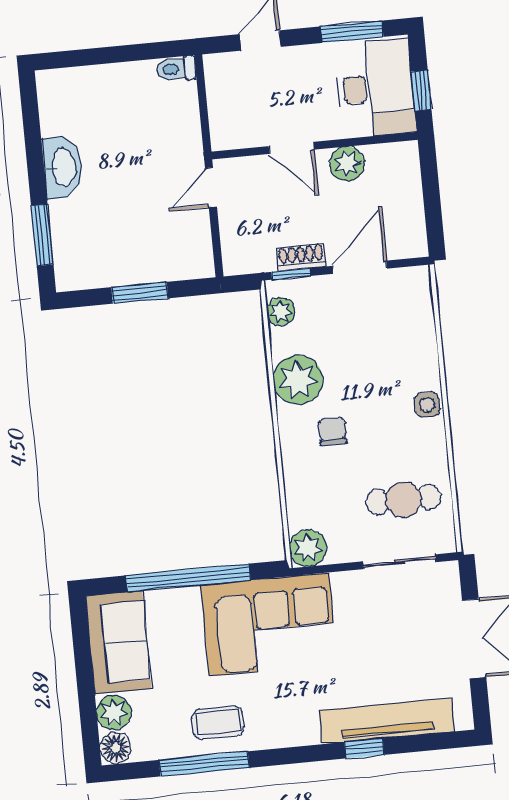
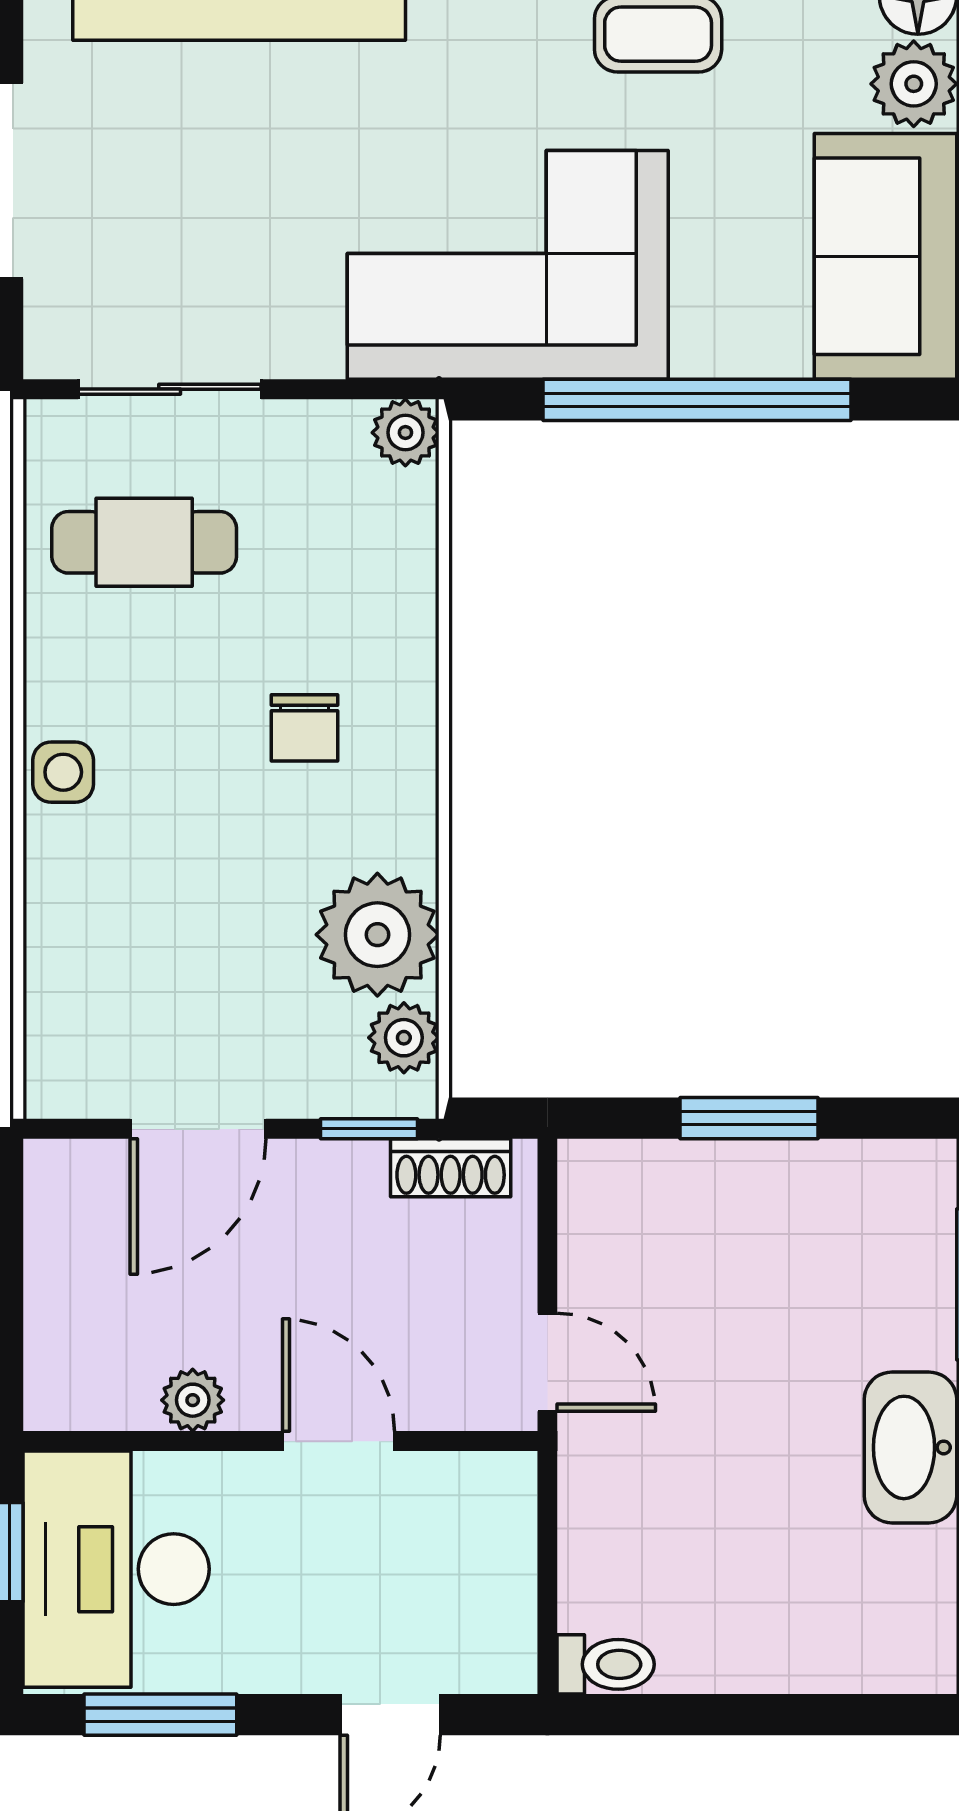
plant: (347, 164) -> (193, 1400), width x0.73, depth x0.73
door: (211, 187) -> (547, 1362), hinge flipped
shoe rack: (301, 257) -> (451, 1168), moved
plant: (298, 380) -> (377, 935), moved
plant: (308, 548) -> (405, 433), width x0.73, depth x0.73

